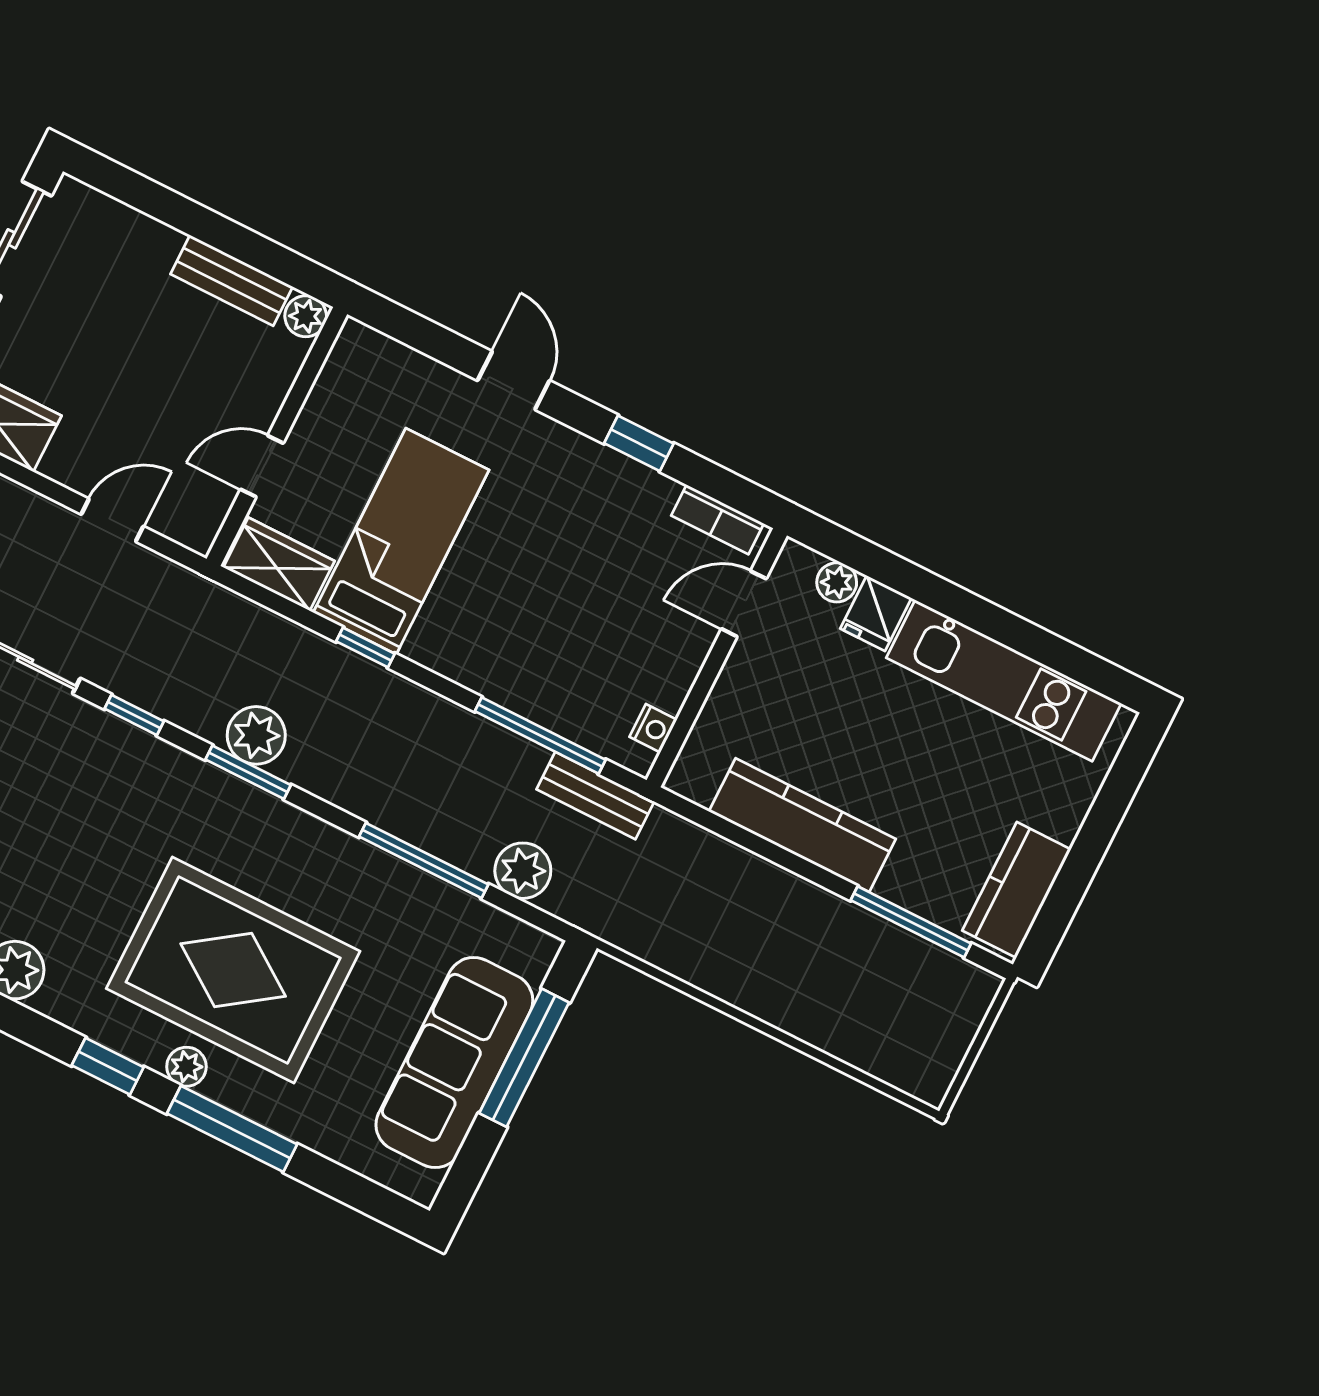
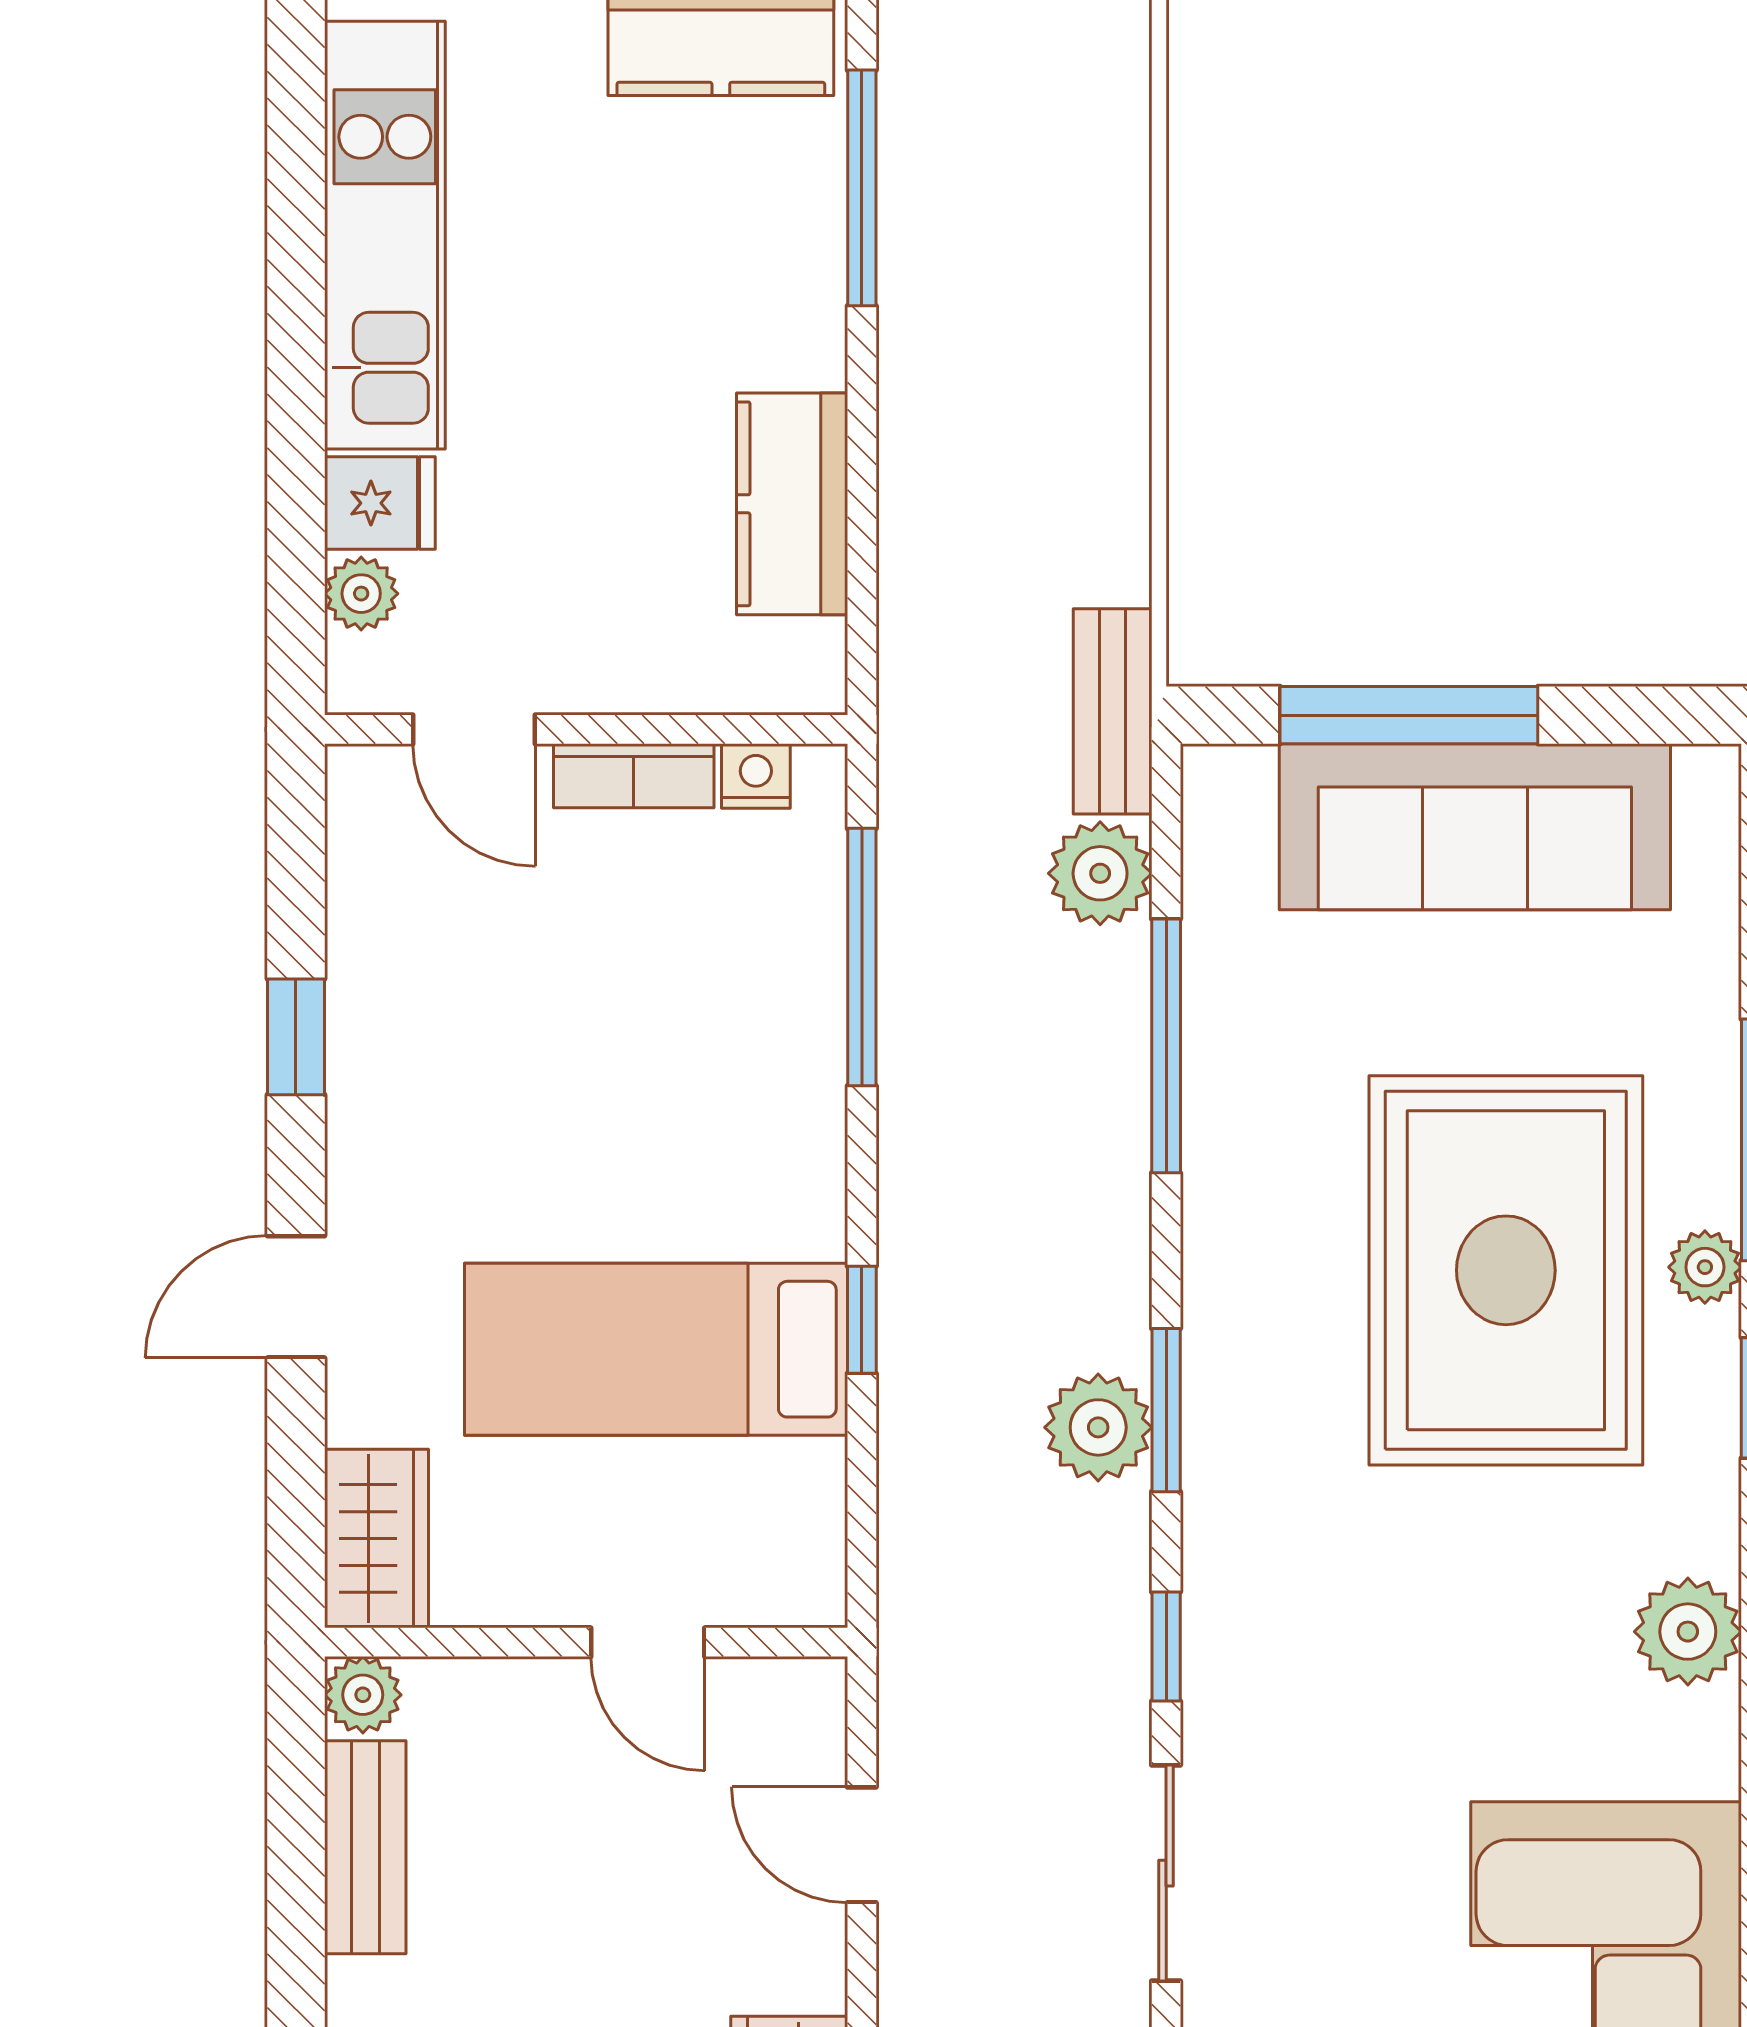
bookcase: (717, 520) -> (634, 776), moved, turned 90
wardrobe: (279, 564) -> (376, 1539), moved, turned 180
bench: (595, 795) -> (1113, 711), moved
kitchen counter: (802, 825) -> (792, 504), width x0.67

